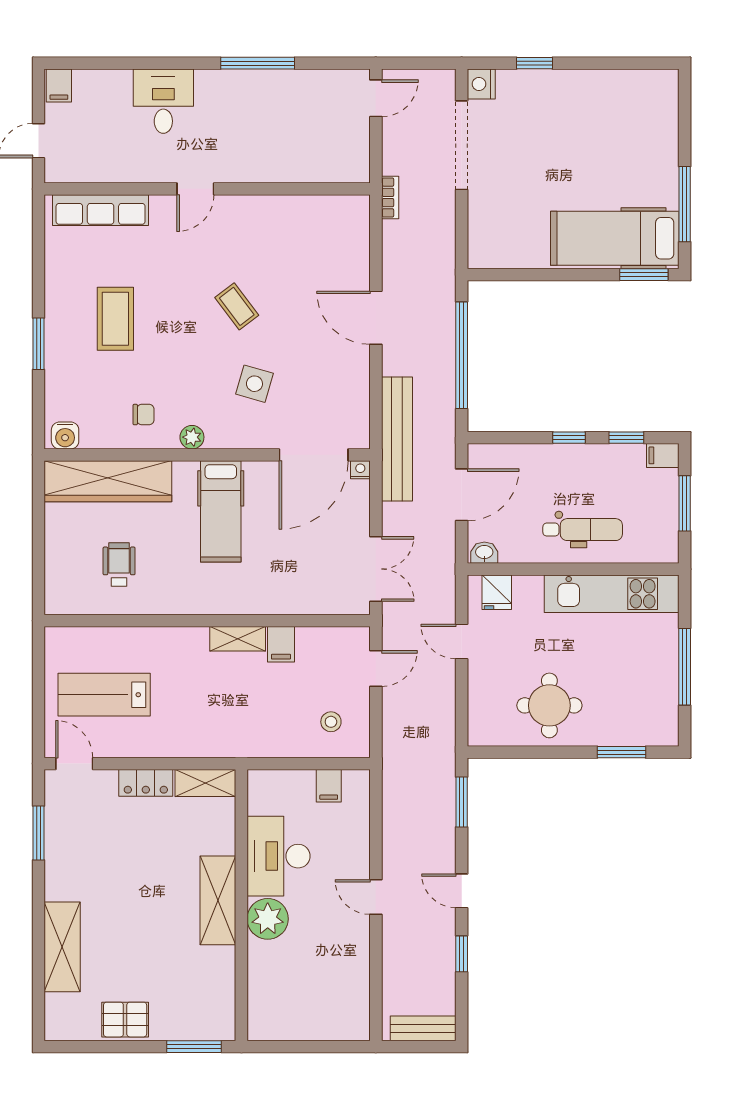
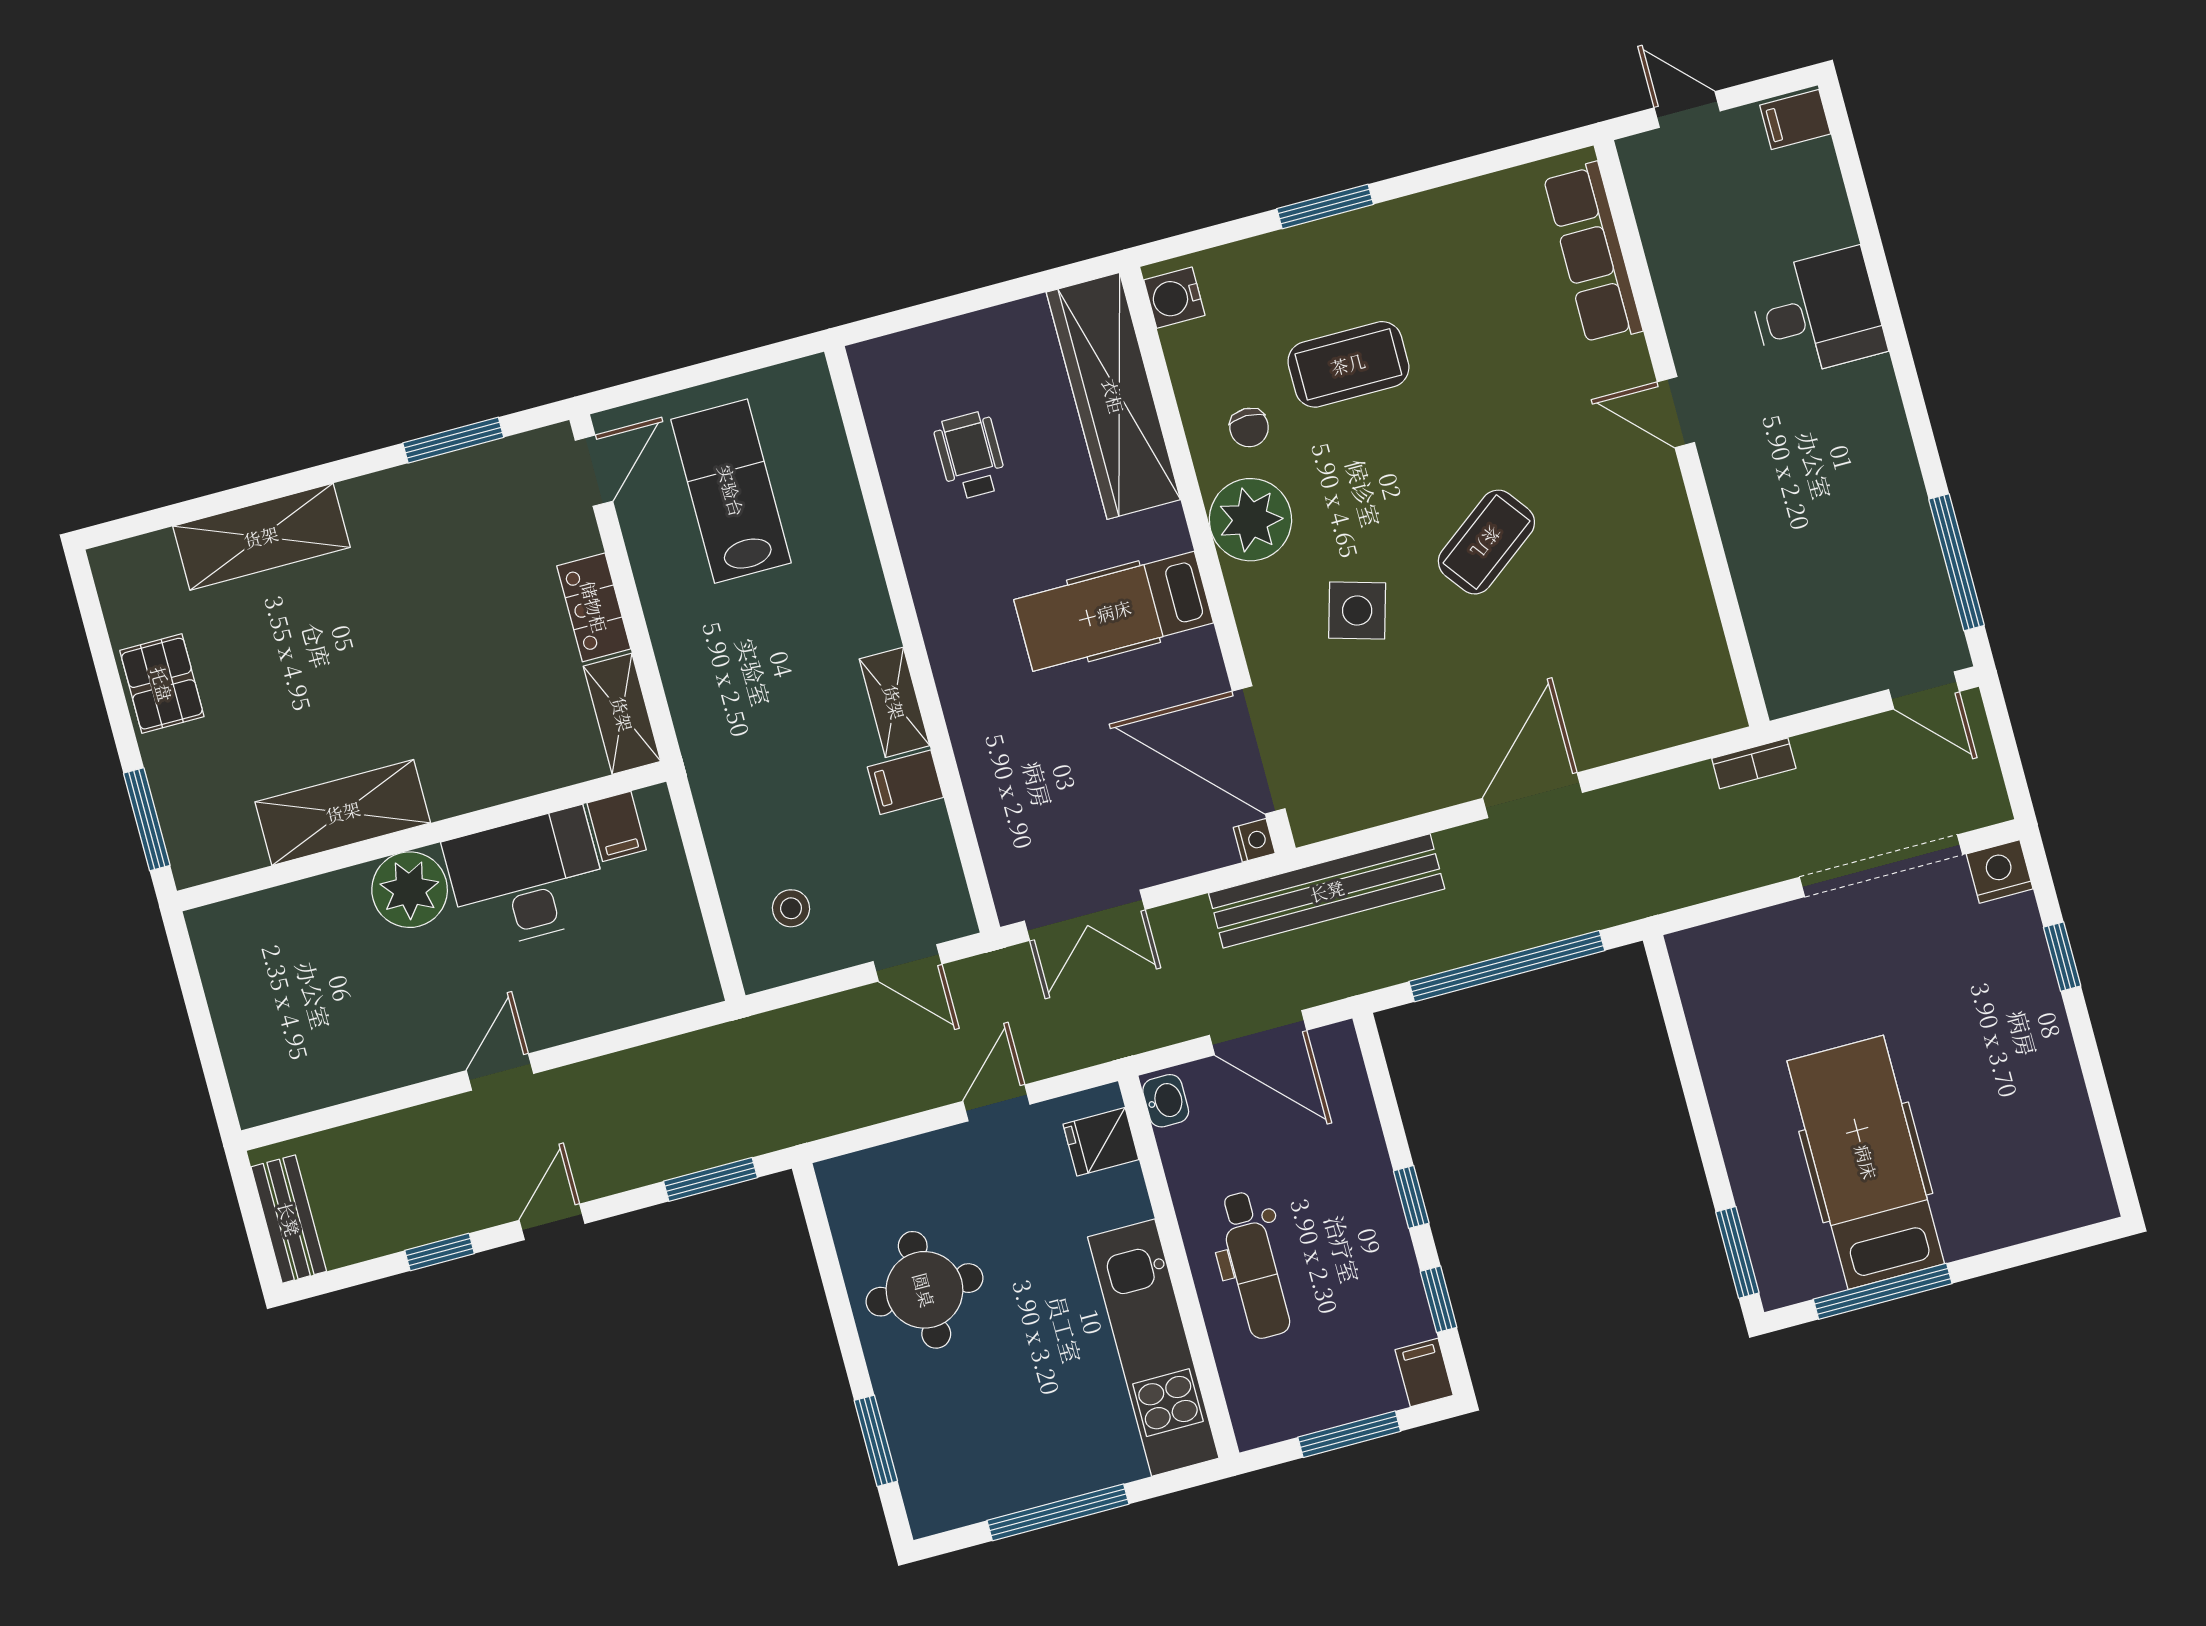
window: (258, 63) -> (1956, 562), moved
hospital bed: (615, 238) -> (1866, 1162), moved
coffee table: (237, 306) -> (1486, 542), width x1.36, depth x1.30
coffee table: (115, 319) -> (1348, 364), moved
plant: (192, 437) -> (1250, 520), width x1.87, depth x1.87
wheelchair: (119, 564) -> (970, 455), turned -90
filing cabinet: (329, 786) -> (617, 826), moved, turned -90
shelving: (218, 900) -> (343, 812), moved

